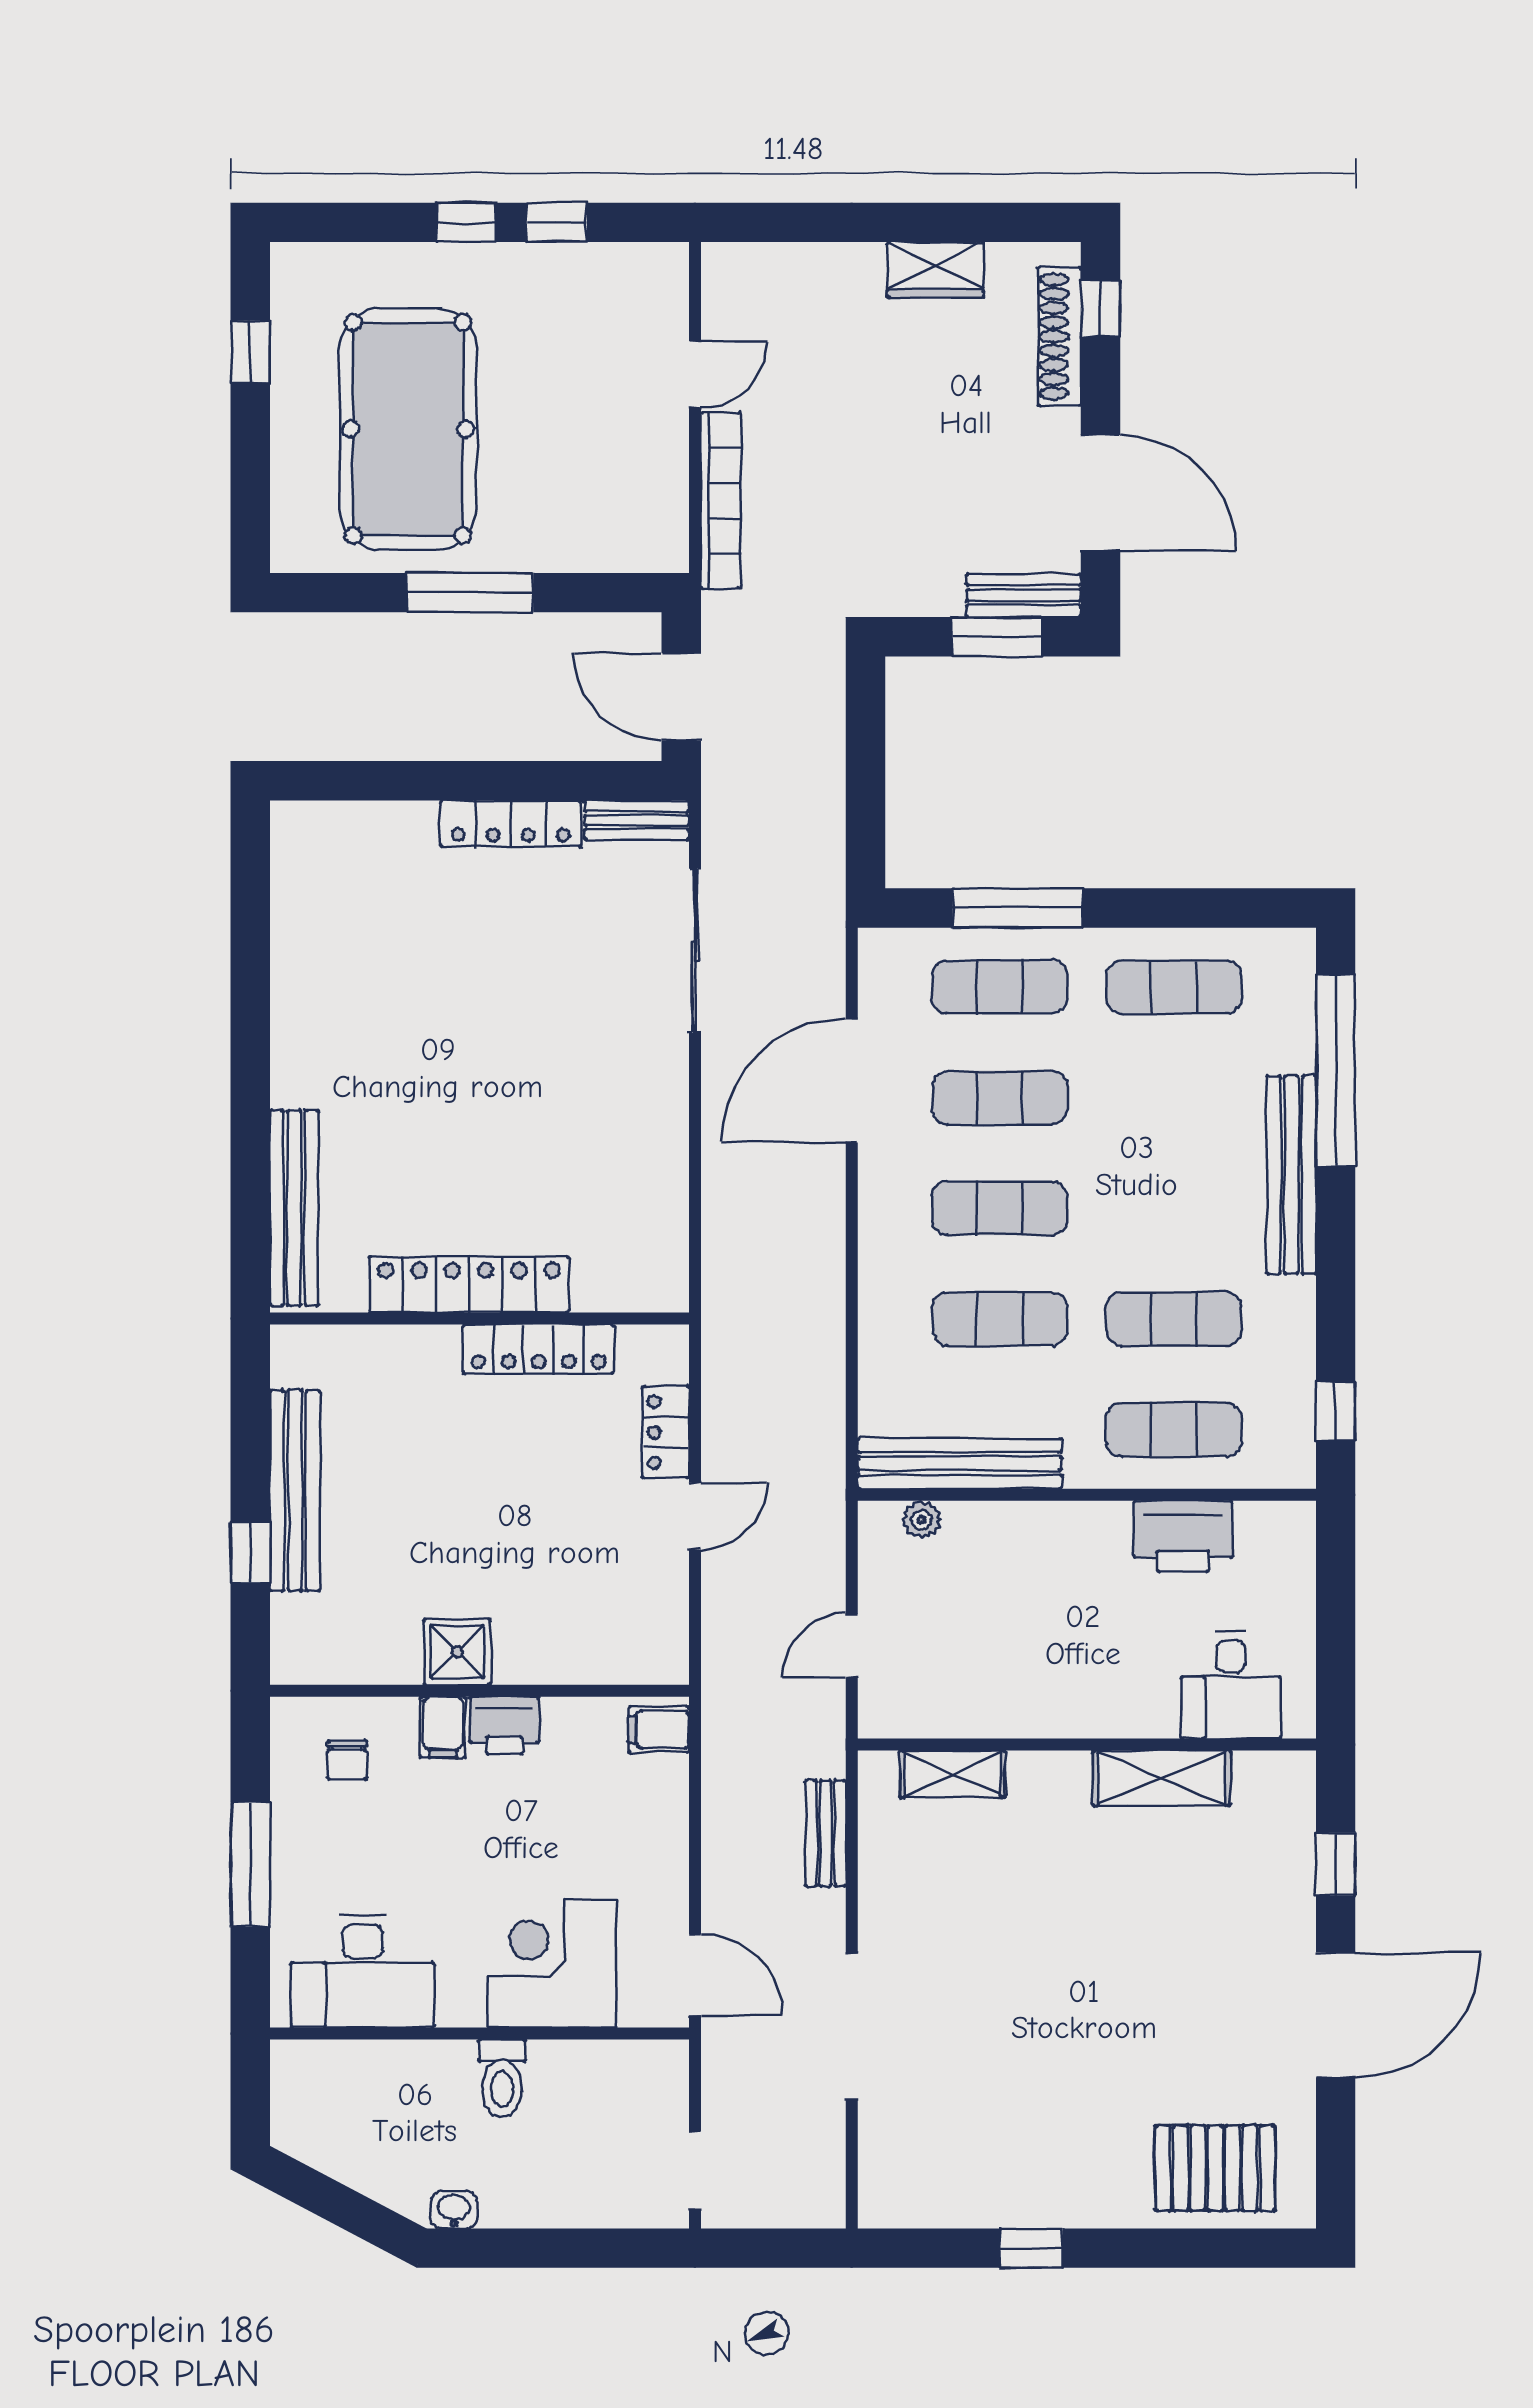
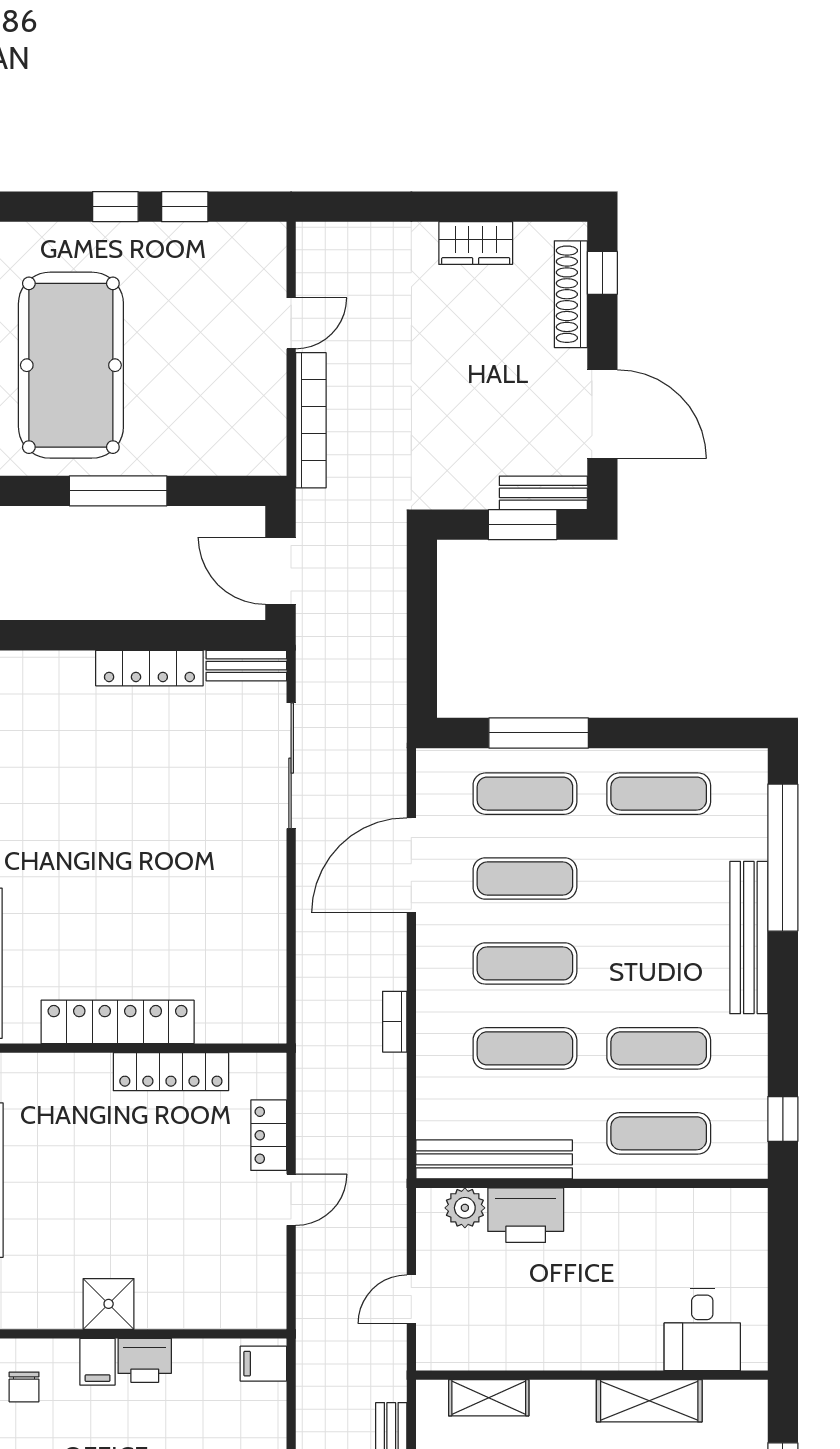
bookcase: (830, 1284) -> (395, 1022), added
plant: (921, 1520) -> (465, 1208), width x1.38, depth x1.38
printer: (1183, 1536) -> (526, 1215), moved

